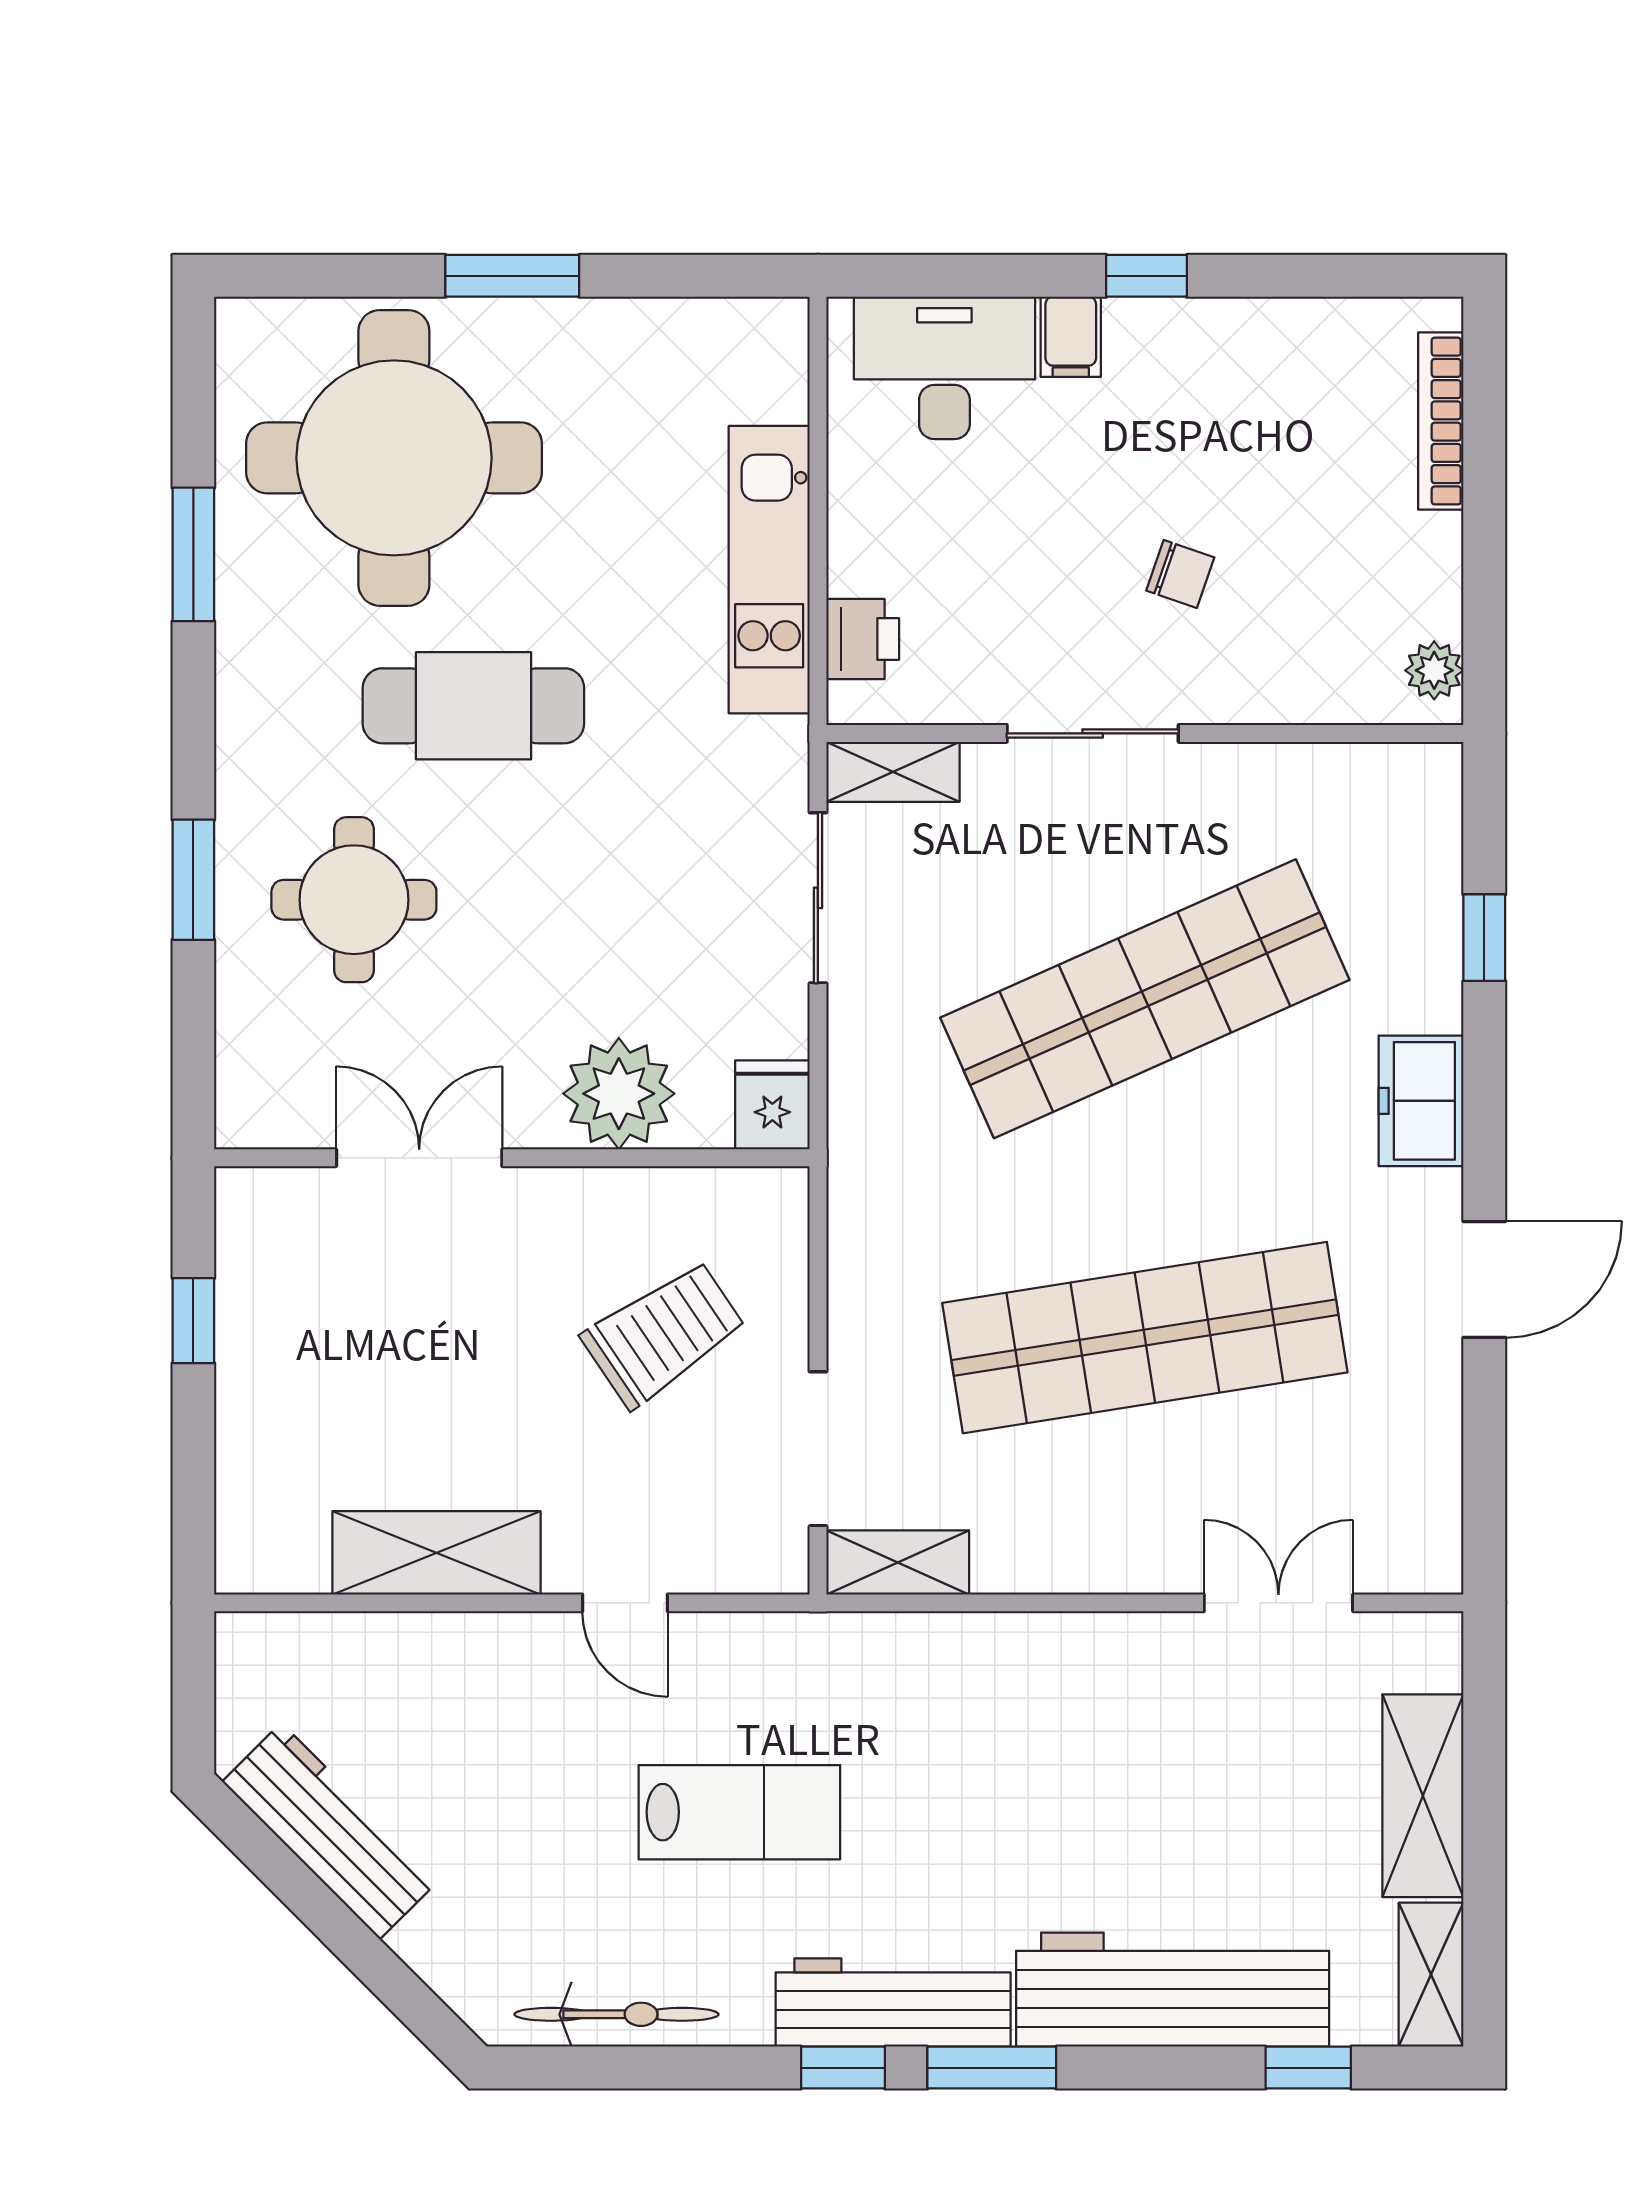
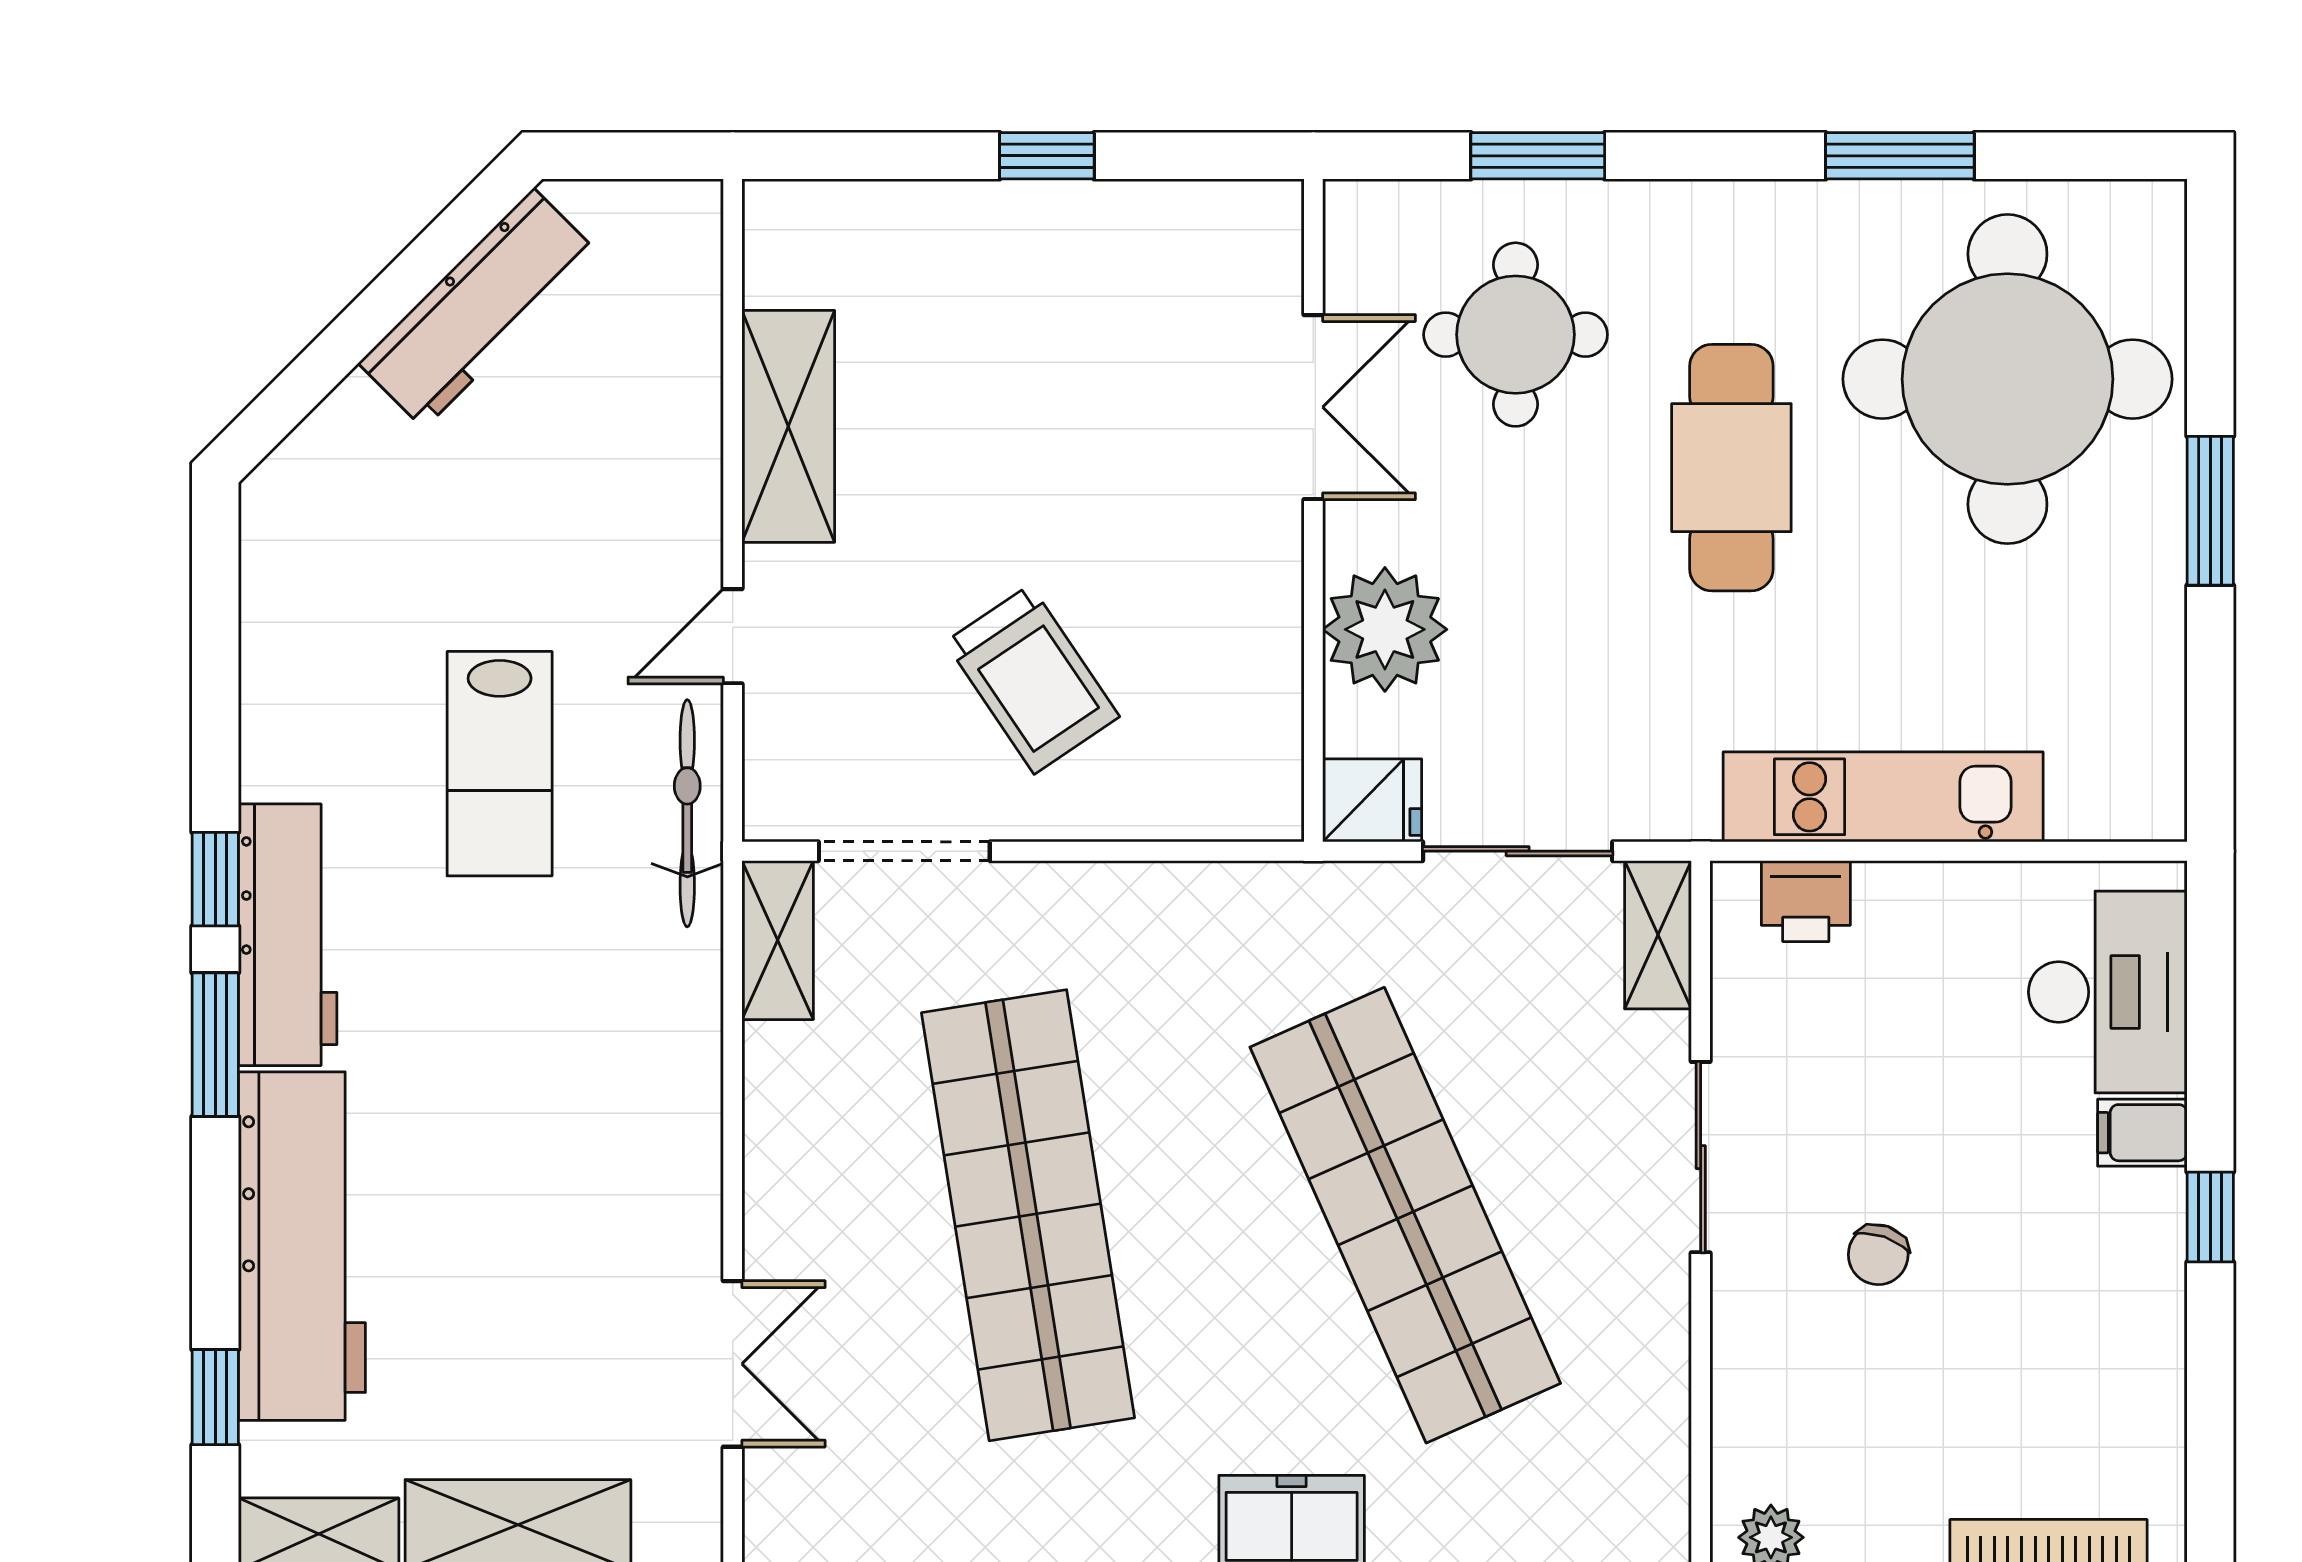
plant: (619, 1094) -> (1385, 629), moved
fridge: (772, 1105) -> (1372, 800), moved
double door: (419, 1158) -> (1313, 407), moved
wall: (512, 1158) -> (1313, 510), moved
bicycle: (616, 2014) -> (687, 813), moved, turned 180

